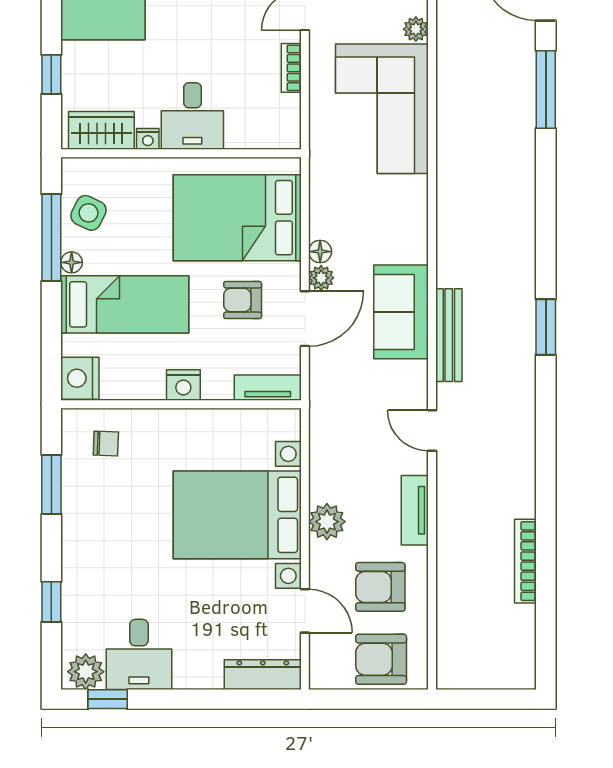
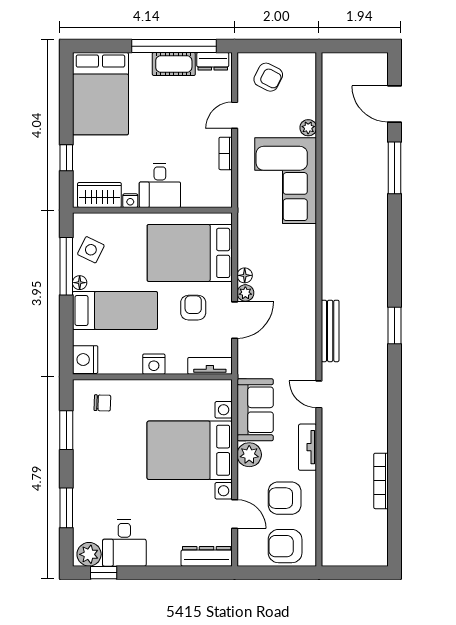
armchair: (243, 300) -> (193, 308), turned 90
sofa: (401, 312) -> (255, 410), moved, turned 180
window: (51, 602) -> (66, 508), width x1.50

